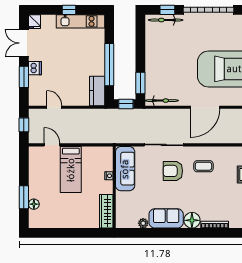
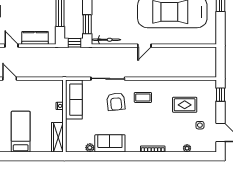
kitchen counter: (97, 91) -> (35, 38), moved, turned 90
door: (205, 107) -> (144, 46), width x0.53
bed: (71, 170) -> (21, 132), moved, turned 180
armchair: (173, 171) -> (116, 102), turned -96
floor lamp: (192, 220) -> (133, 145), removed

